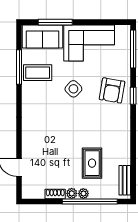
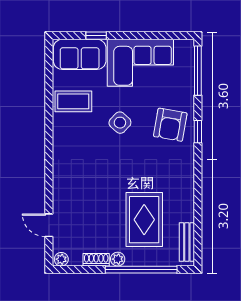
window: (55, 22) -> (96, 36), width x0.46
window: (19, 67) -> (49, 94), removed
rug: (92, 163) -> (144, 220), width x1.36, depth x1.43
plant: (83, 194) -> (61, 259), moved

